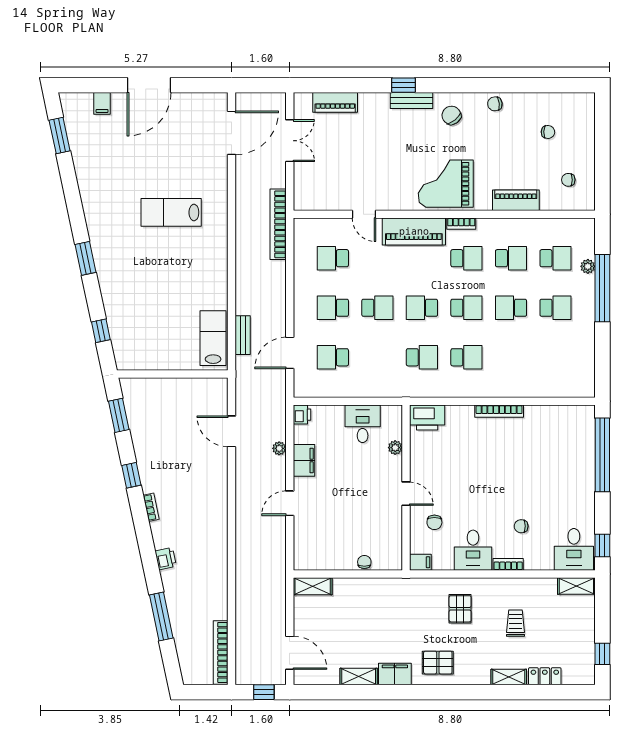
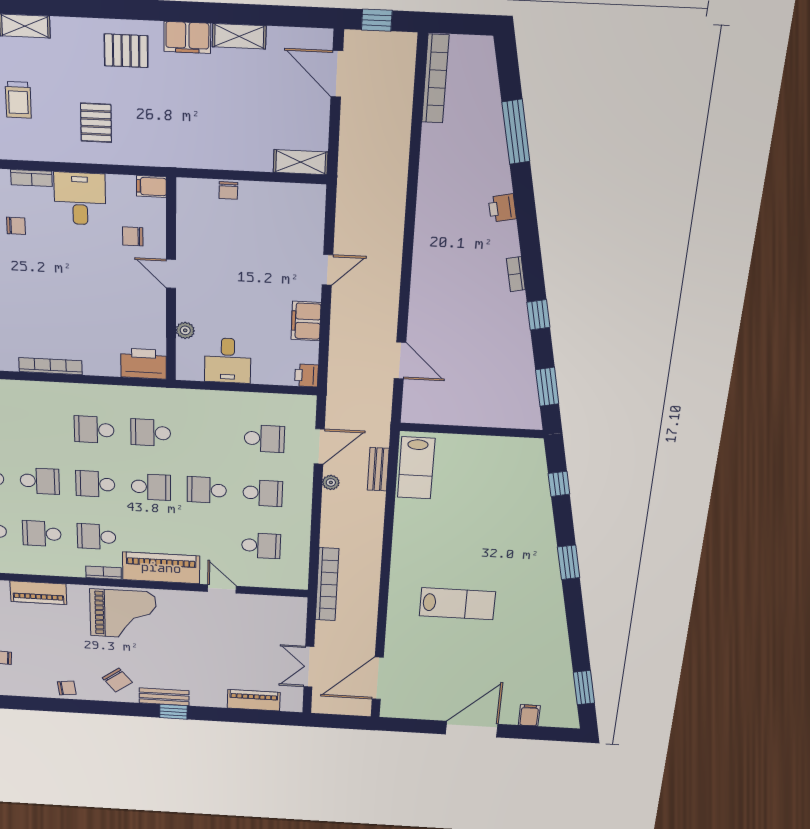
plant: (279, 448) -> (331, 482), moved
chair: (434, 522) -> (133, 236), turned -90

